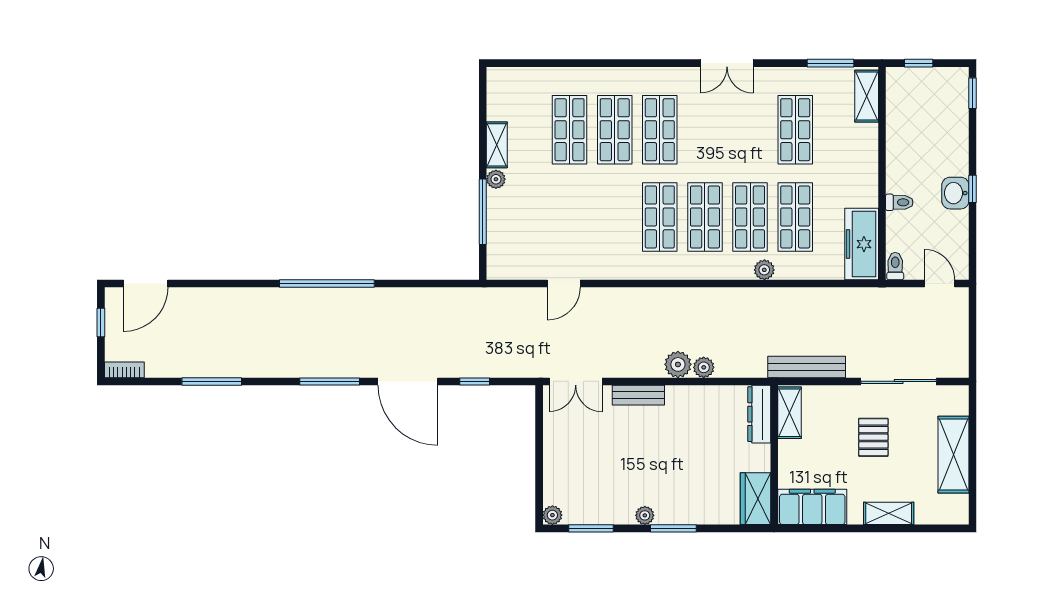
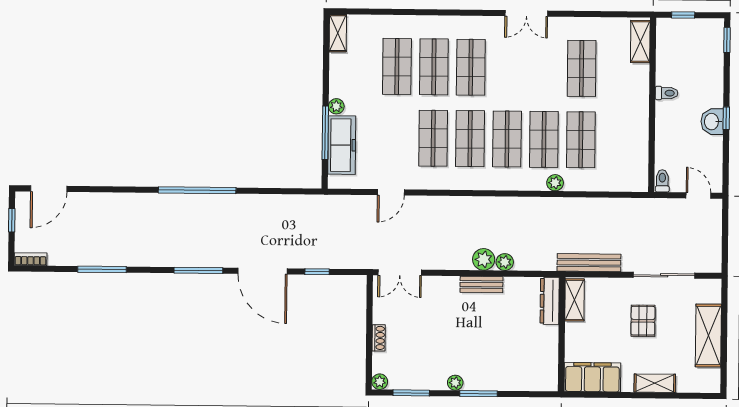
window: (830, 63) -> (611, 14), removed
shelving: (497, 145) -> (338, 33), moved
toilet: (899, 202) -> (667, 93), moved
shop shelf: (615, 217) -> (433, 138), added
freezer: (862, 244) -> (342, 145), moved, turned 180
bench: (638, 395) -> (481, 285), moved
shoe rack: (551, 462) -> (379, 338), added
wardrobe: (755, 499) -> (546, 370), removed

